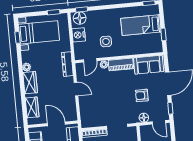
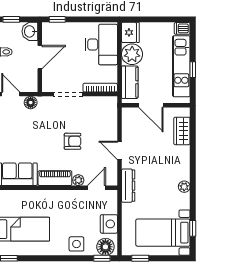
side table: (106, 41) -> (76, 244), moved
wardrobe: (30, 83) -> (181, 165), removed
armchair: (142, 95) -> (72, 141), moved

